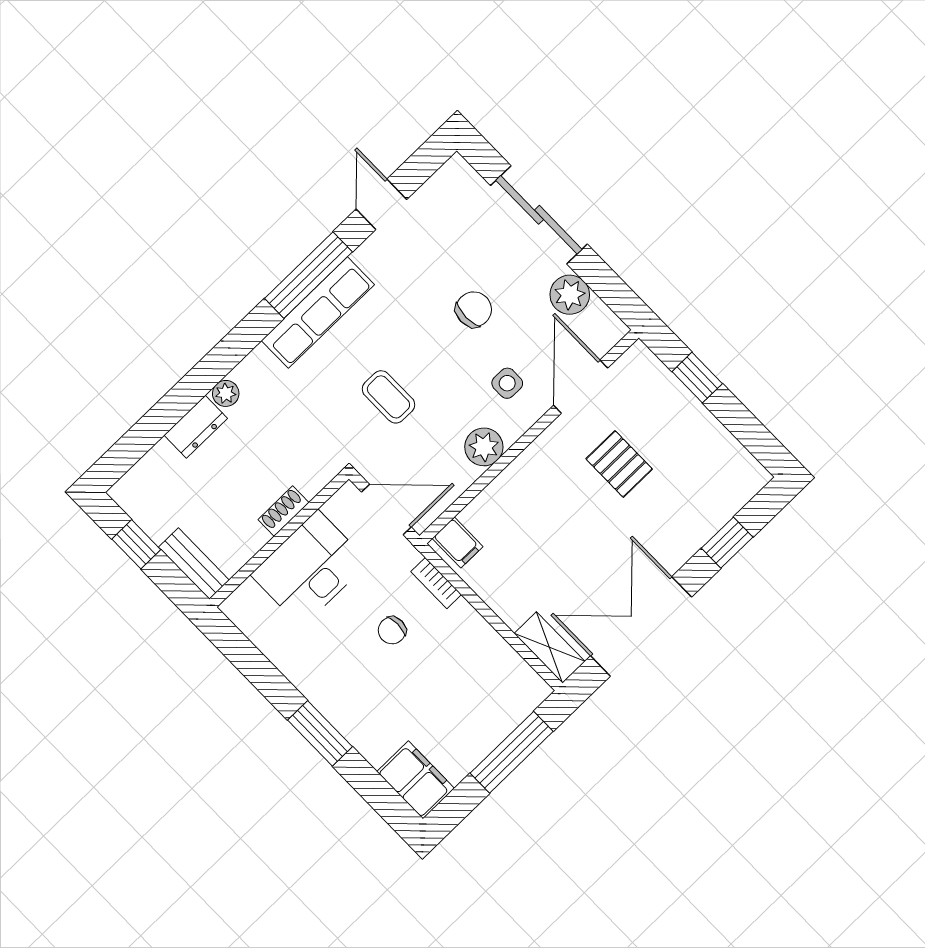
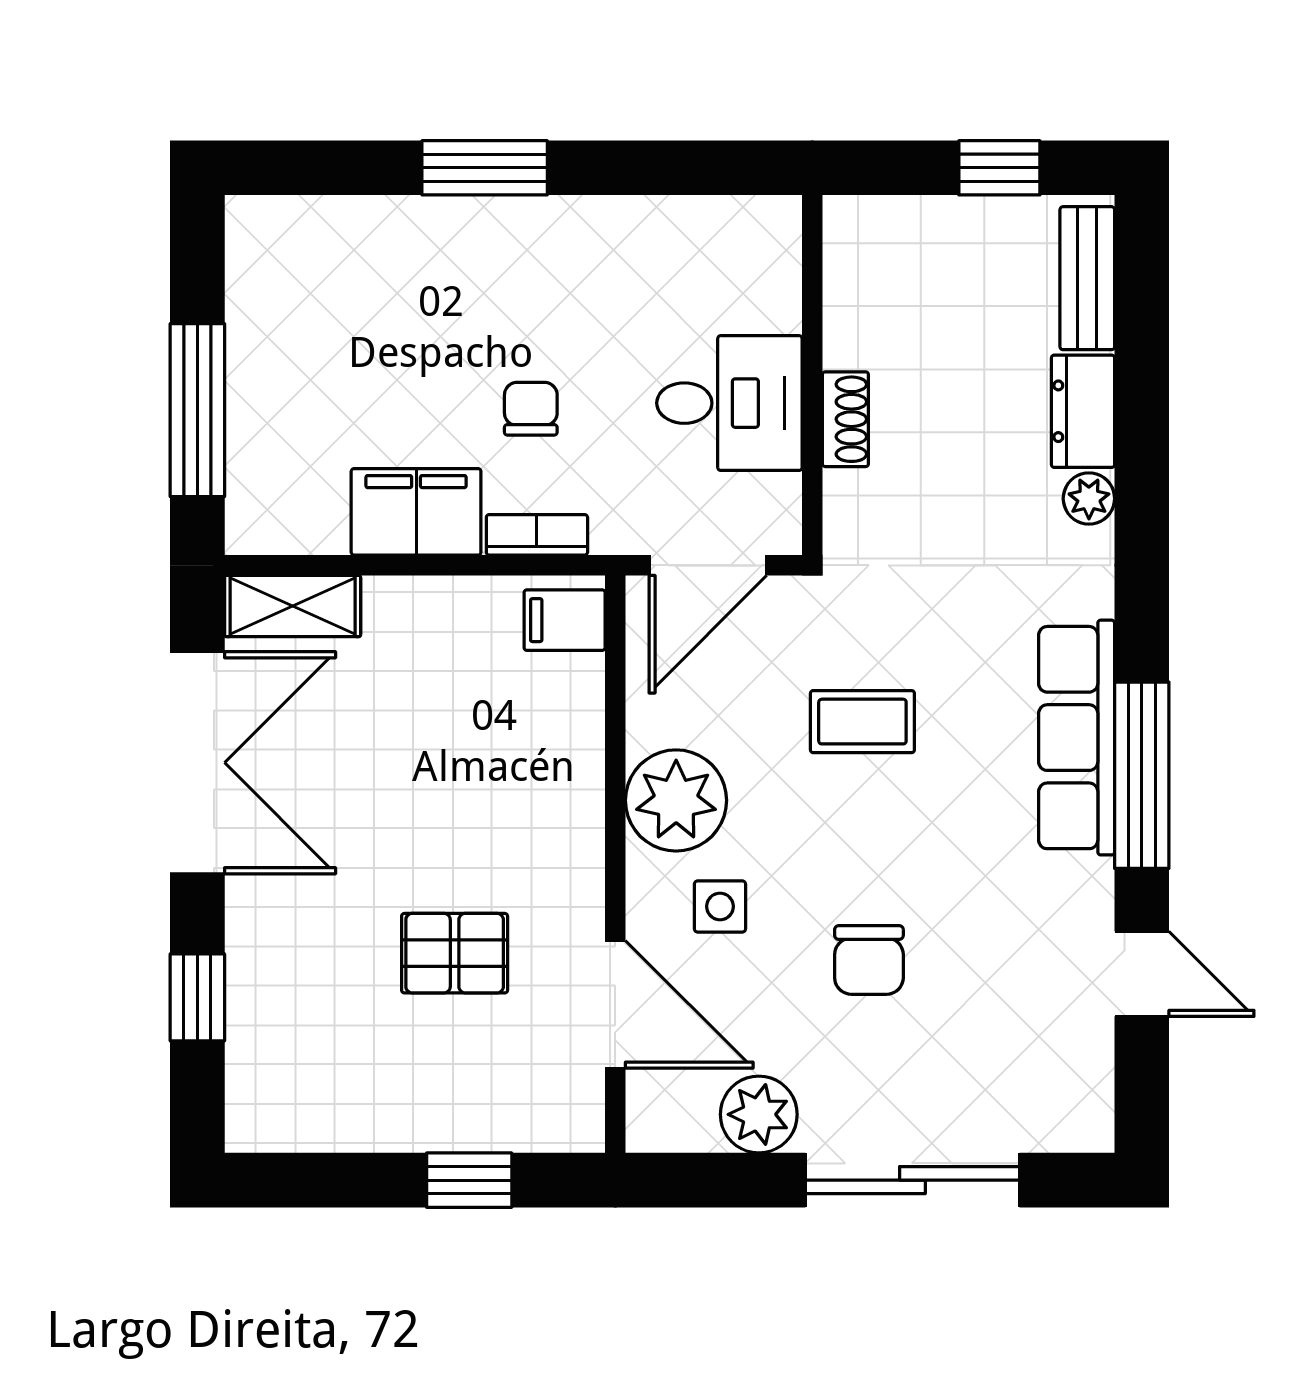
plant: (484, 447) -> (676, 800), width x1.36, depth x1.36
bench: (194, 564) -> (1087, 278), moved, turned 90
desk: (310, 568) -> (729, 403), width x0.73
filing cabinet: (416, 780) -> (416, 512), moved, turned 180

